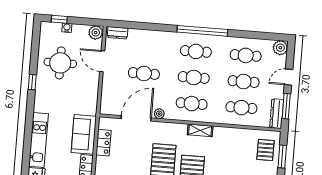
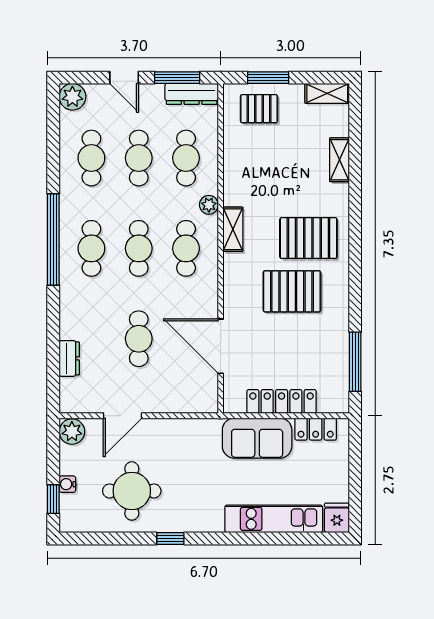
dresser: (118, 33) -> (69, 358), moved
plant: (159, 114) -> (209, 205), moved
locker: (103, 143) -> (282, 401), width x1.53

